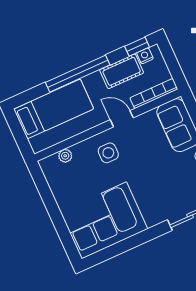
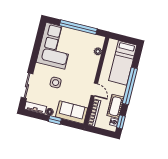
door: (122, 119) -> (94, 90), hinge flipped
side table: (108, 153) -> (56, 83), moved
window: (53, 209) -> (78, 27), added

